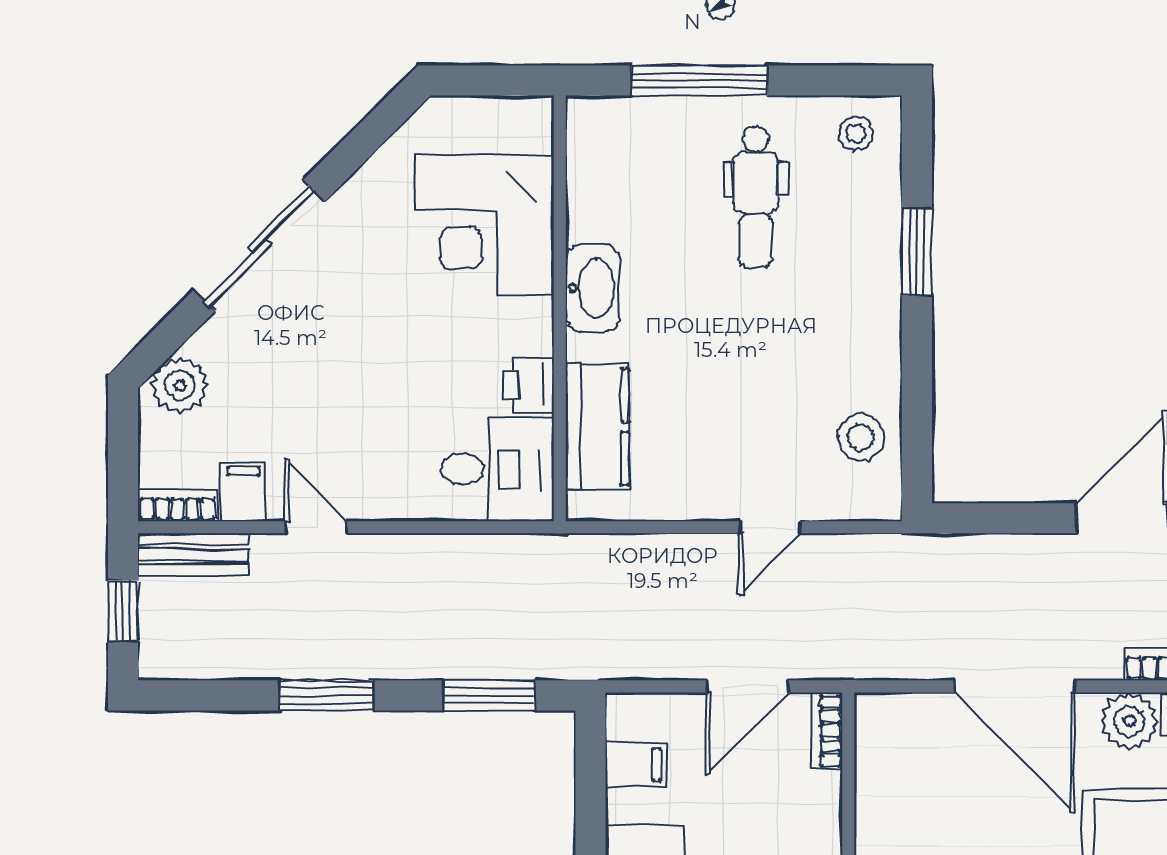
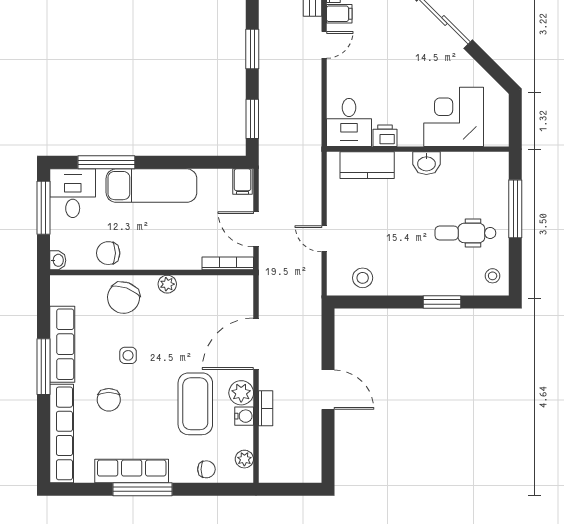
washbasin: (593, 288) -> (426, 163), width x0.72
bookcase: (827, 731) -> (228, 263), width x1.56
filing cabinet: (636, 765) -> (243, 182), moved

